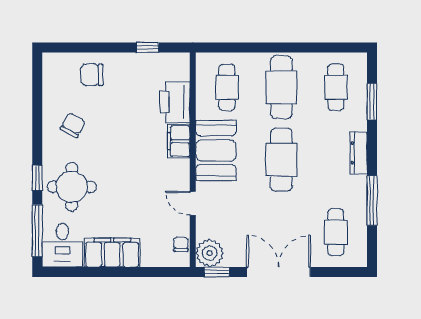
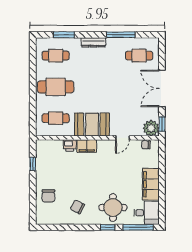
printer: (175, 102) -> (70, 145), width x0.53, depth x0.68
cafe table: (281, 160) -> (97, 87), removed

